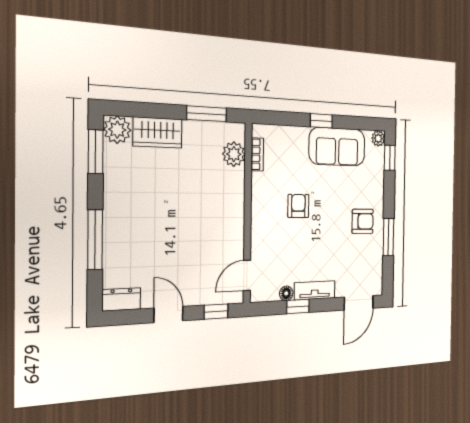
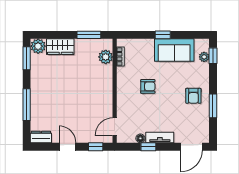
plant: (378, 138) -> (204, 57), moved
armchair: (298, 206) -> (148, 86), turned 90
armchair: (363, 221) -> (193, 96), turned 90

